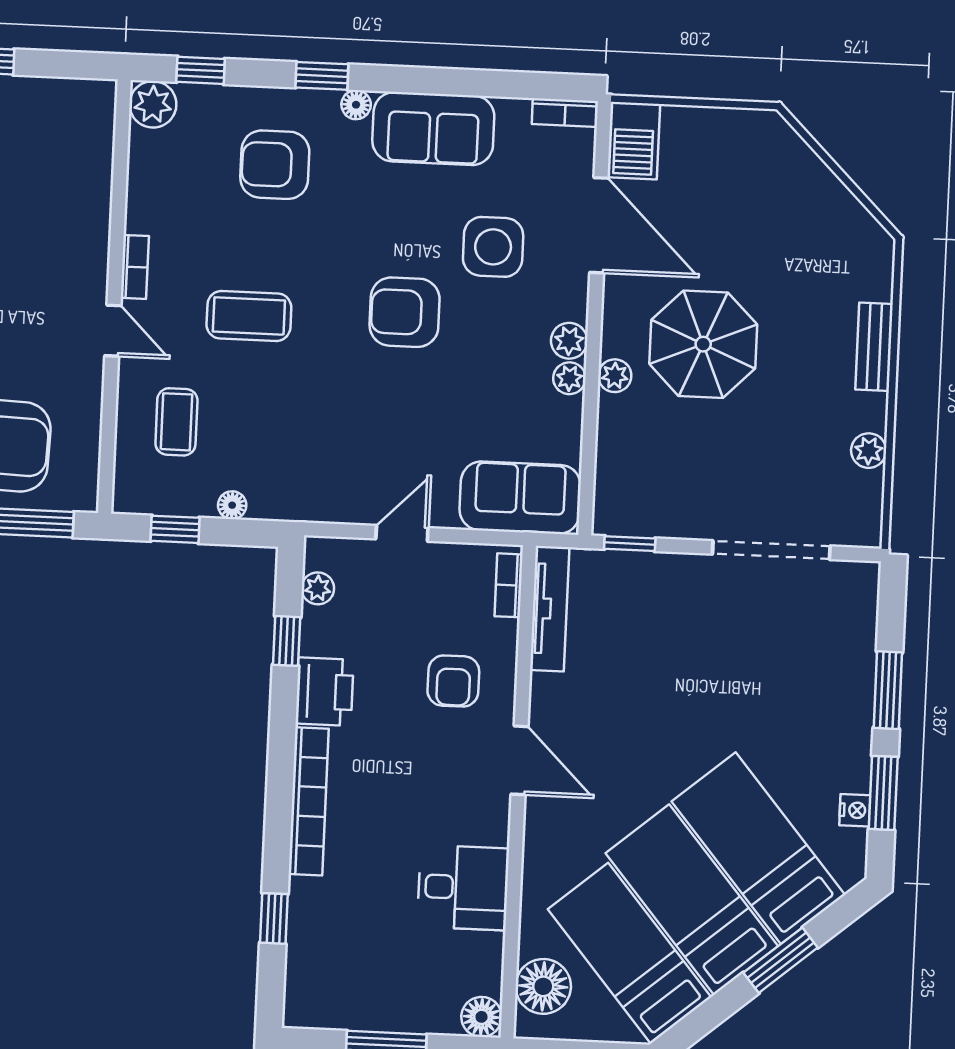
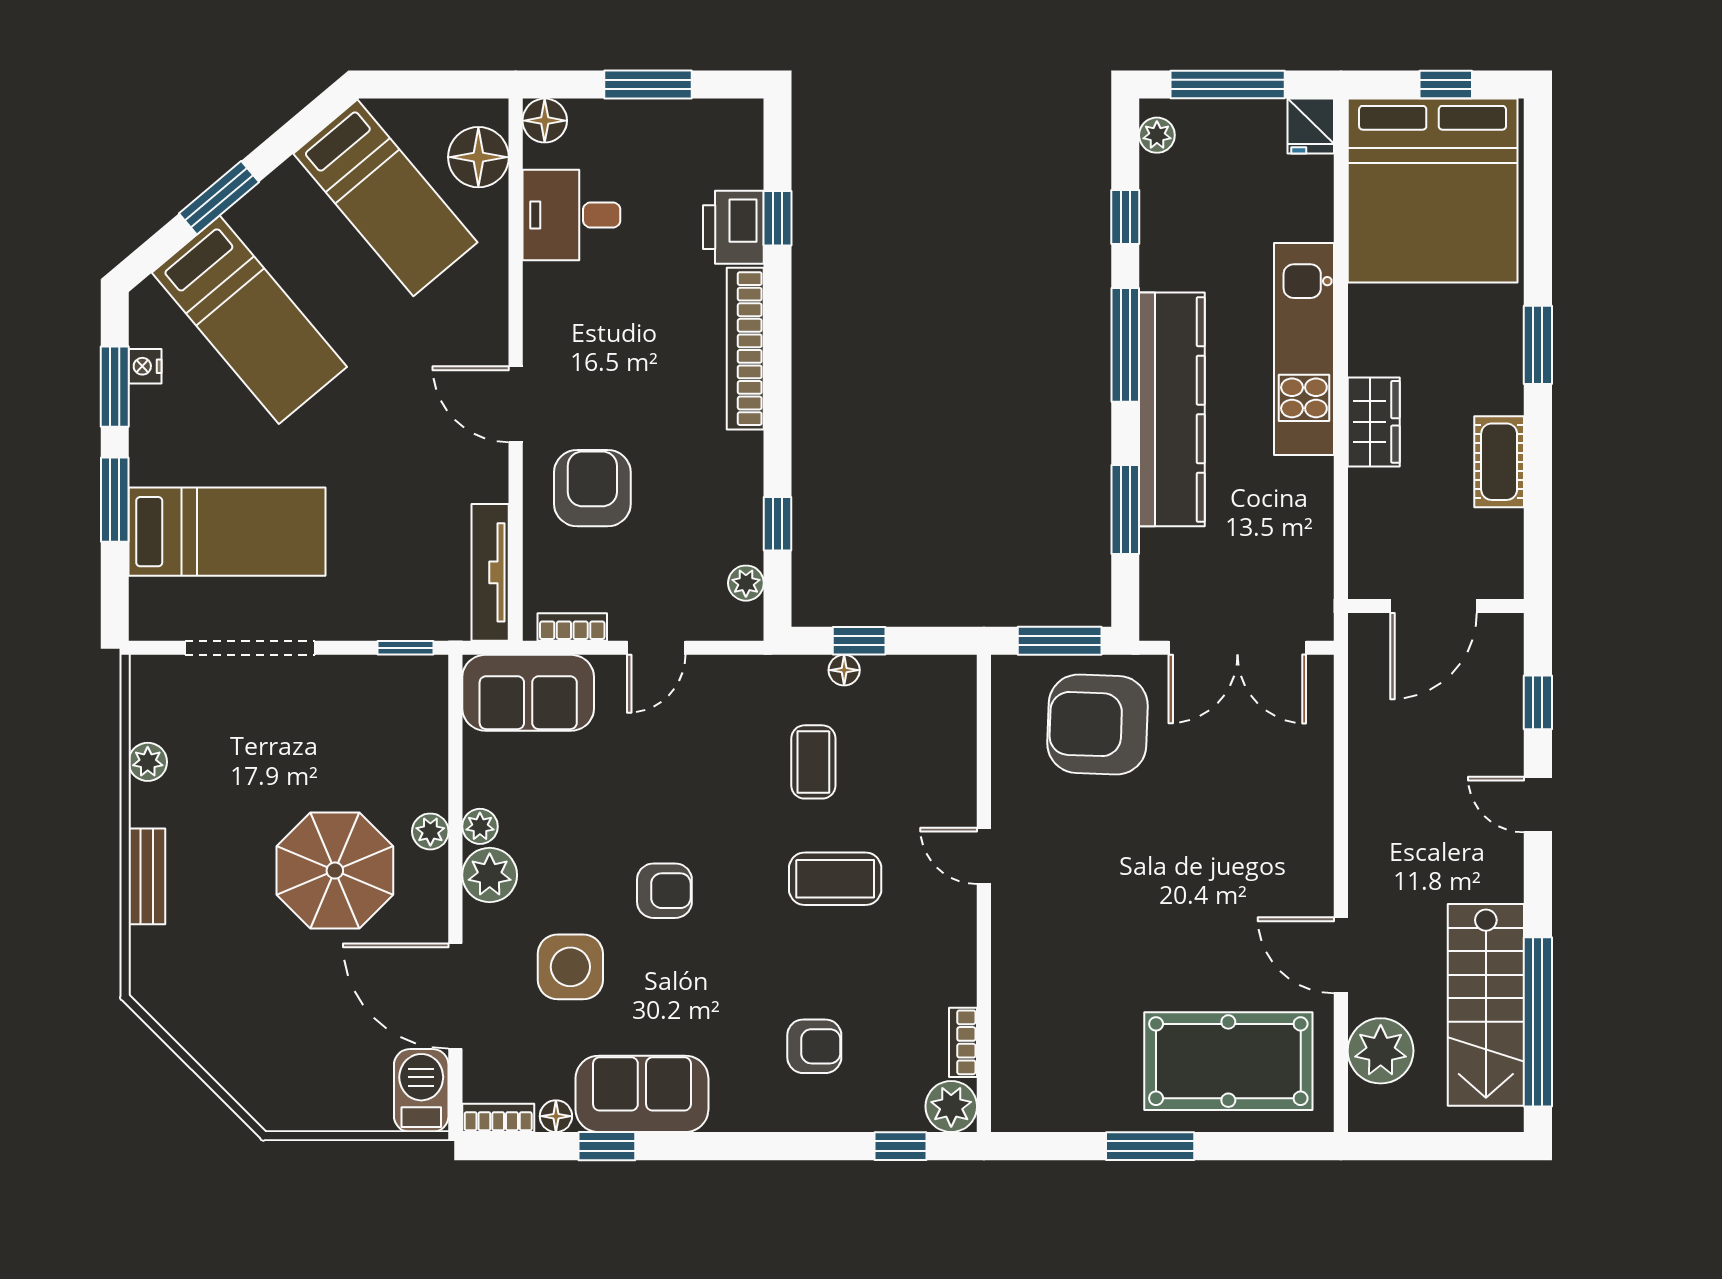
window: (322, 76) -> (607, 1146), moved
floor lamp: (356, 105) -> (556, 1116), moved
armchair: (275, 165) -> (814, 1046), width x0.72, depth x0.72
bookcase: (135, 267) -> (963, 1042), moved
armchair: (405, 312) -> (664, 891), width x0.72, depth x0.72
plant: (569, 341) -> (490, 875), width x1.38, depth x1.38
coffee table: (176, 422) -> (813, 762), moved
window: (175, 529) -> (859, 641), moved
bookcase: (509, 585) -> (572, 627), moved, turned -90
armchair: (453, 681) -> (592, 488), width x1.38, depth x1.38
printer: (325, 692) -> (733, 227), moved
desk: (463, 887) -> (571, 215), moved
bed: (692, 900) -> (227, 532), moved, turned -50

